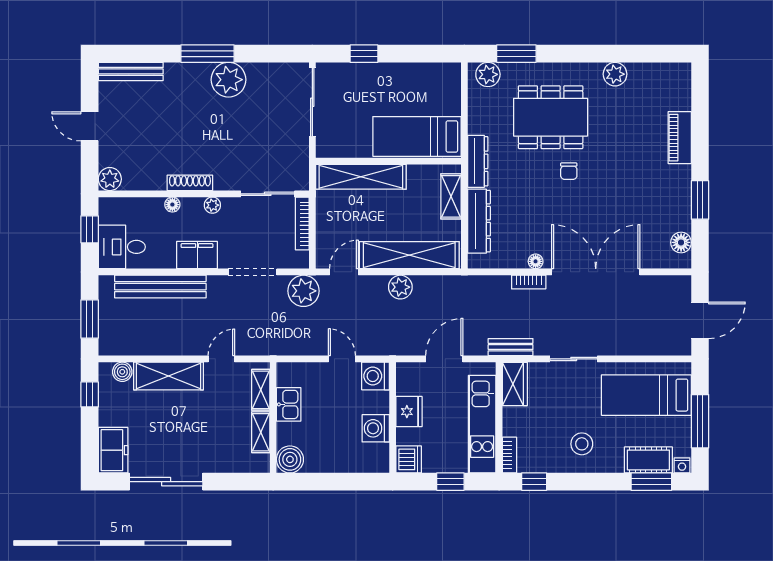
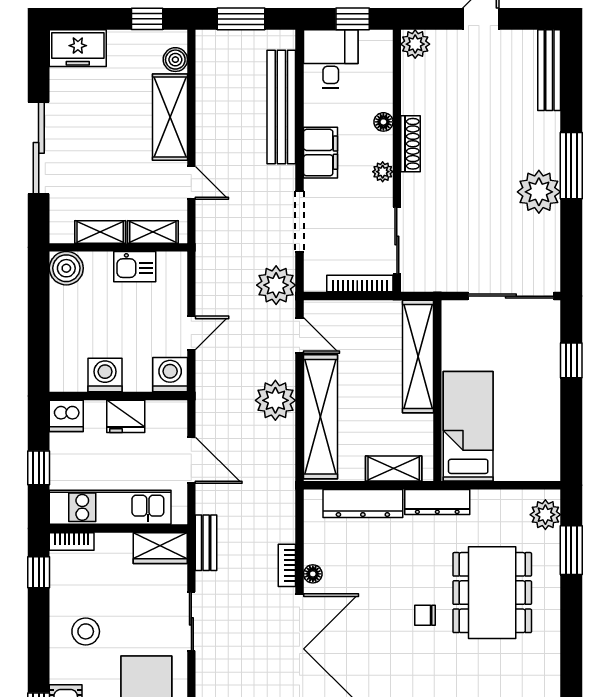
plant: (615, 74) -> (546, 673), removed
plant: (400, 287) -> (275, 400), width x1.36, depth x1.36
sliding door: (166, 482) -> (39, 148), moved

